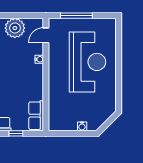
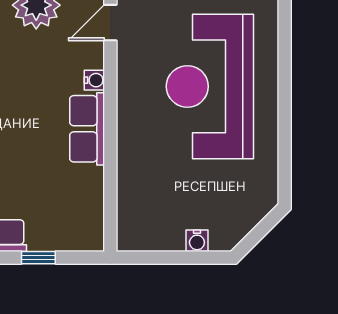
reception desk: (87, 62) -> (210, 86), turned 180
row of seats: (36, 116) -> (87, 129), moved

